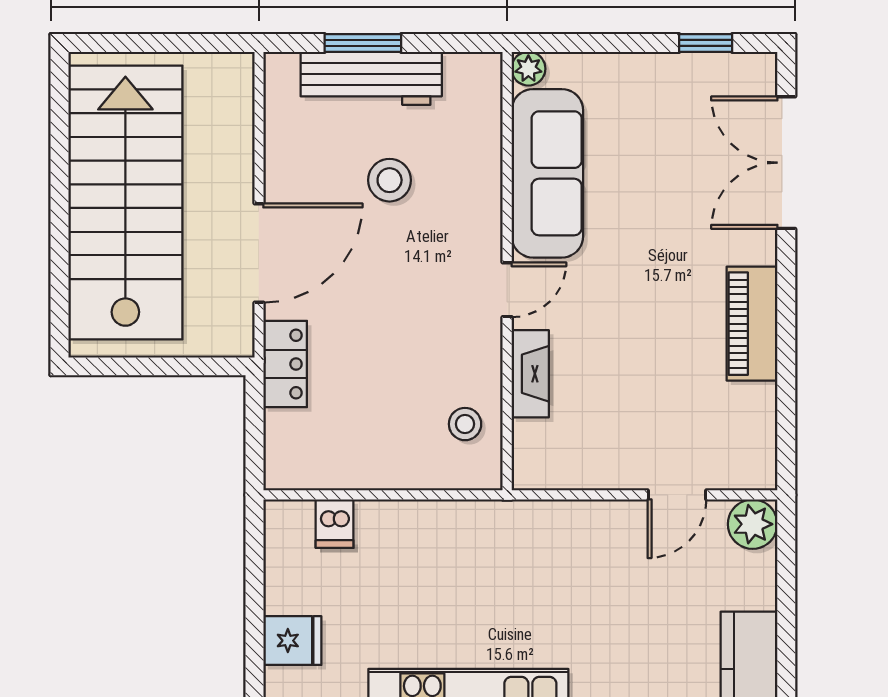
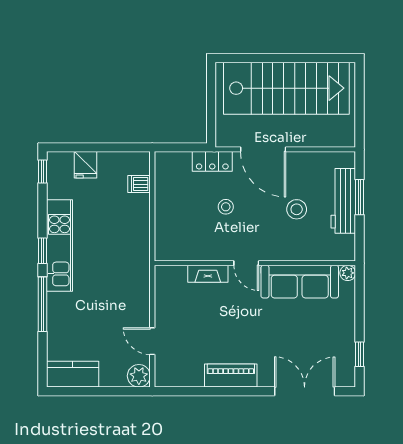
stool: (465, 424) -> (226, 207), moved

